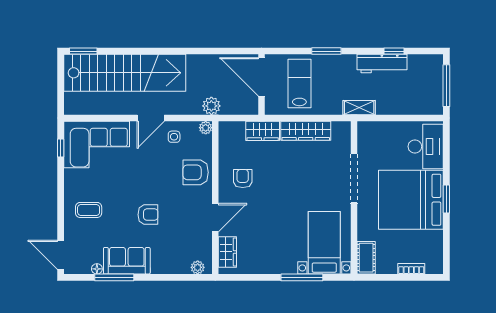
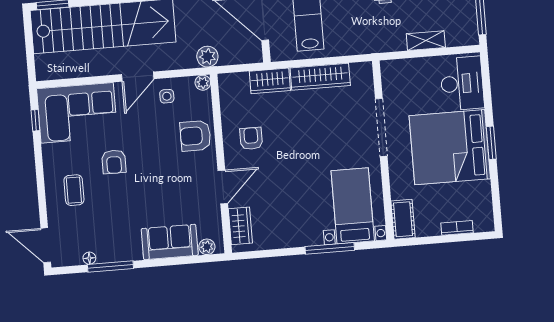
shelving: (359, 108) -> (426, 41), moved
coffee table: (89, 210) -> (74, 190), turned 90
armchair: (148, 215) -> (114, 162), moved, turned 90
sofa: (127, 261) -> (170, 242), moved

